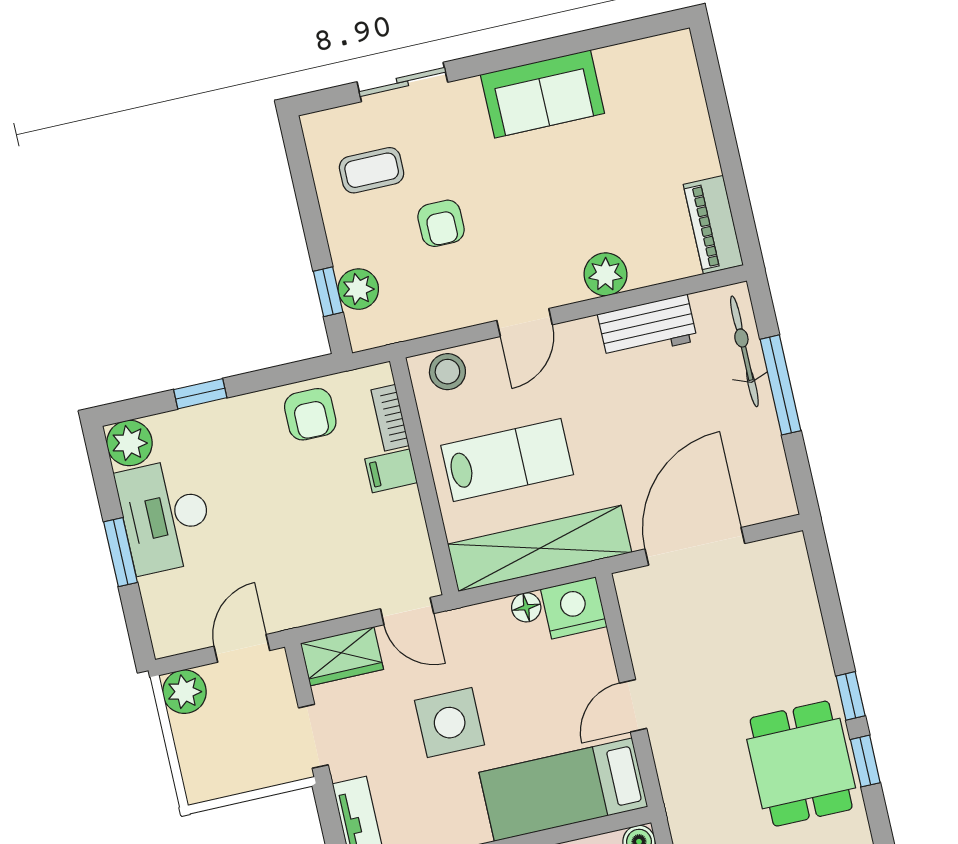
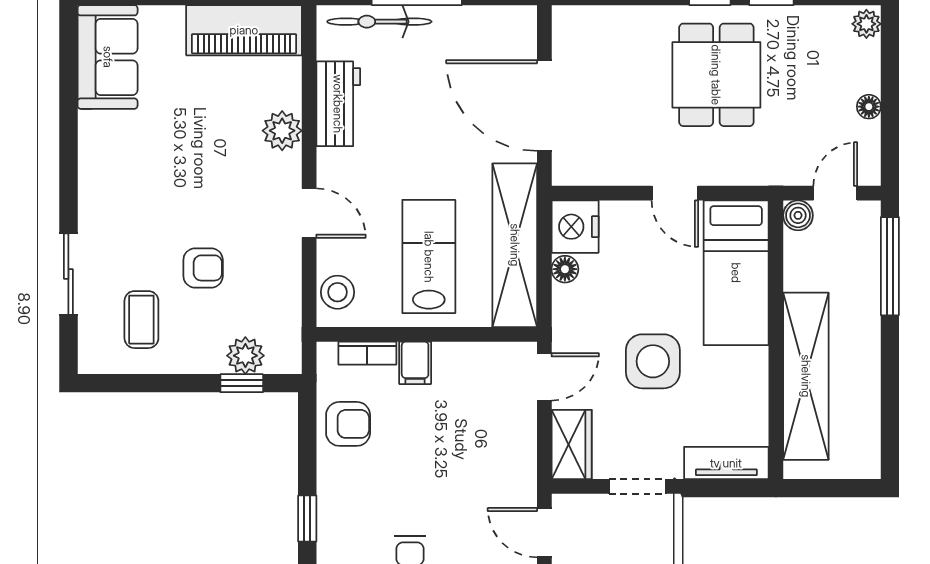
sofa: (542, 94) -> (108, 57), moved
piano: (713, 225) -> (244, 30), width x1.37, depth x1.33
dining table: (801, 764) -> (716, 75), moved, turned 90

